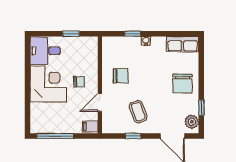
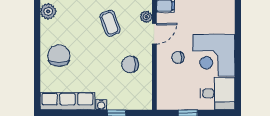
row of seats: (183, 44) -> (67, 101), width x1.48
window: (201, 108) -> (37, 28), removed
plant: (107, 117) -> (146, 17), added

